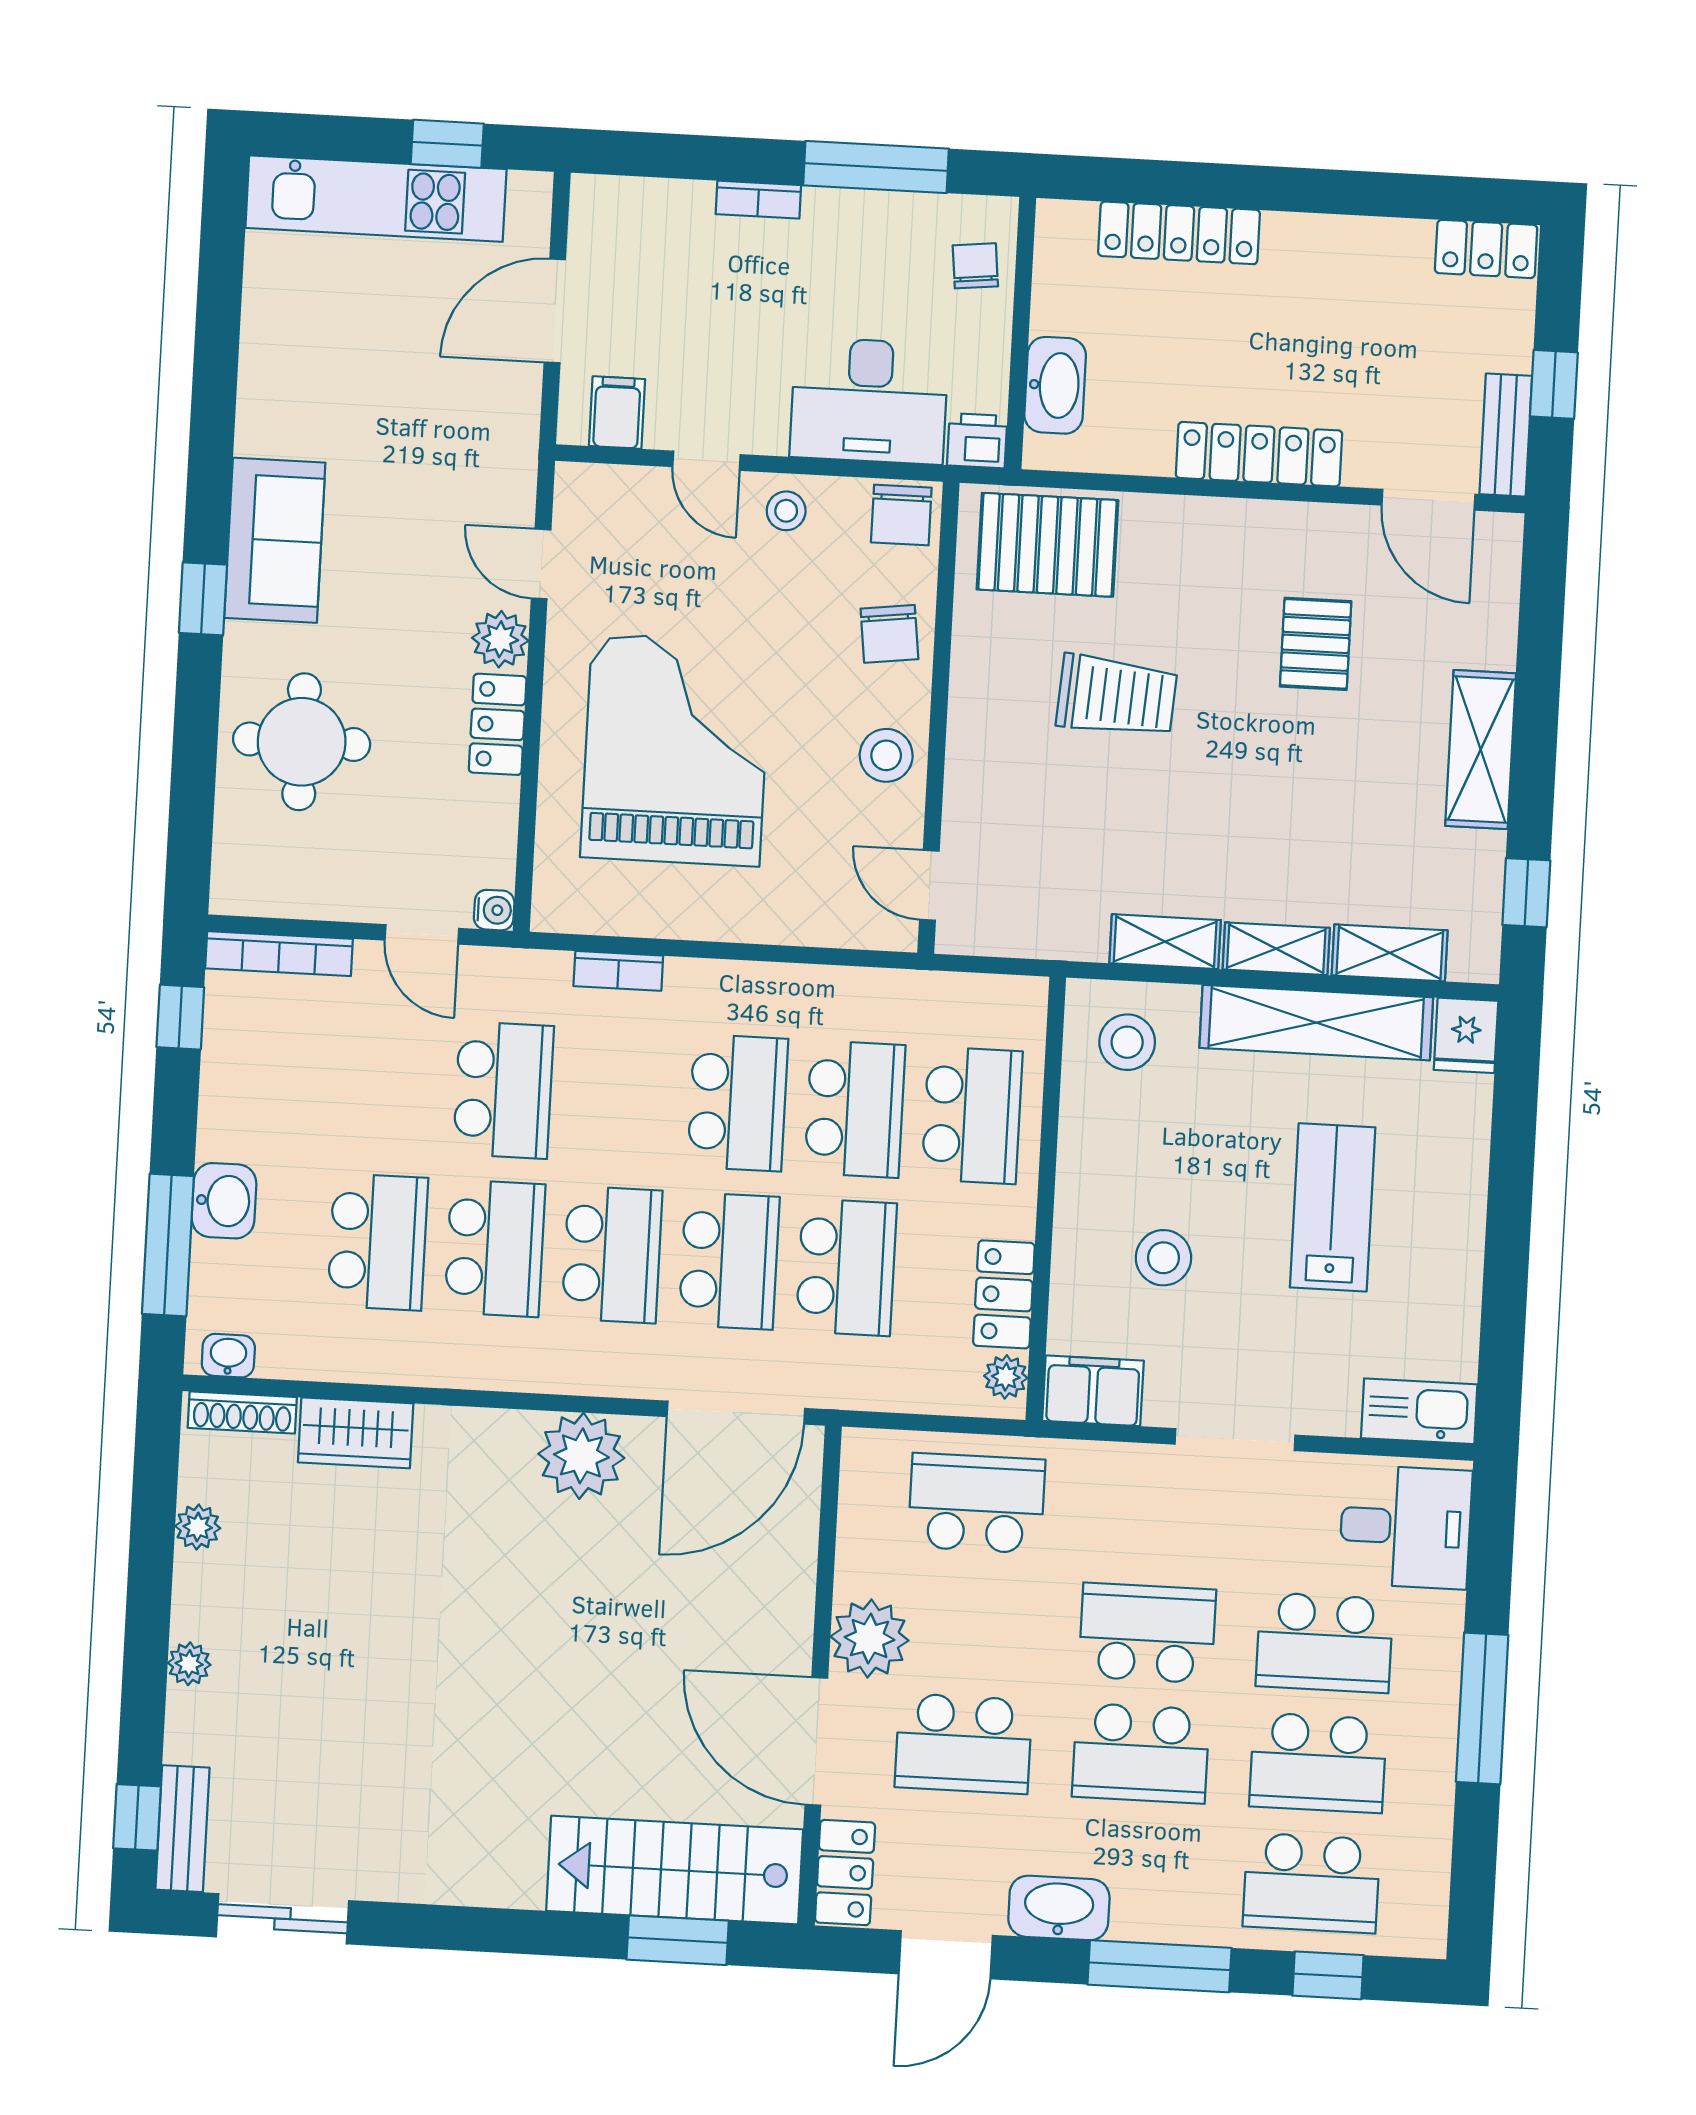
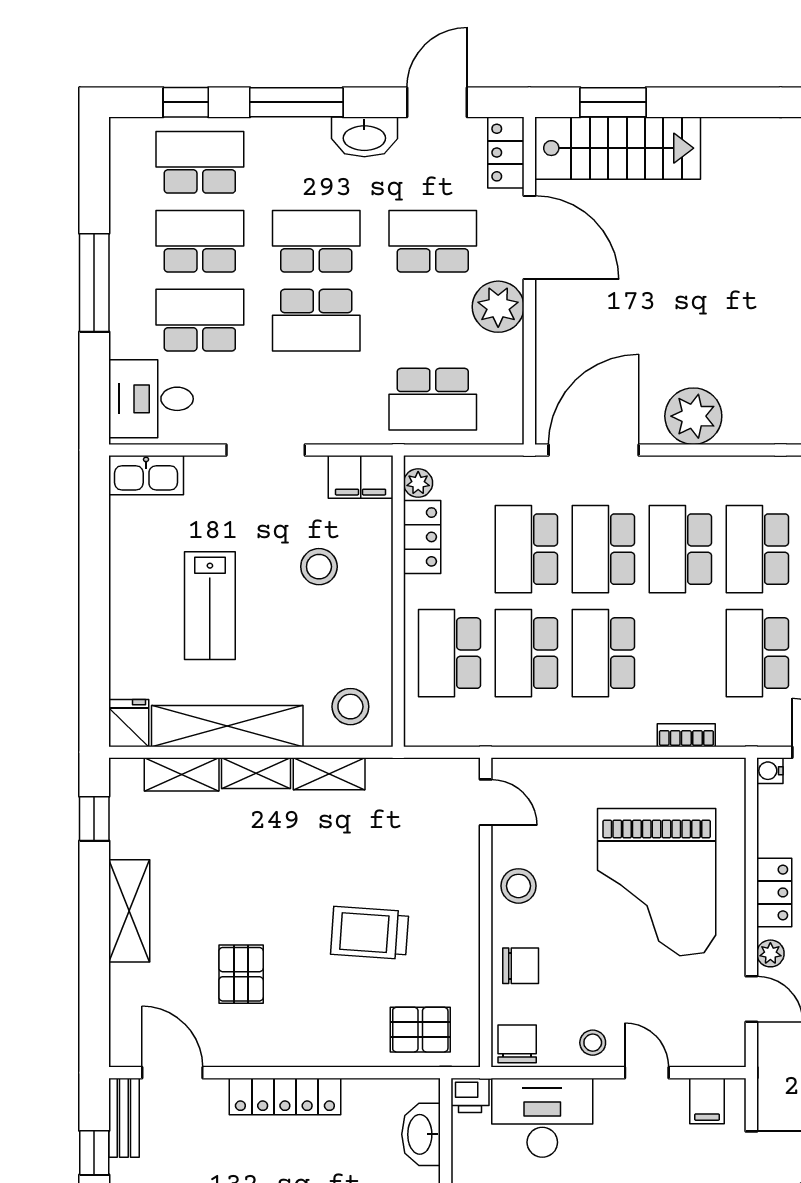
pallet: (1047, 545) -> (420, 1030), width x0.67, depth x0.71
chair: (889, 634) -> (521, 966), turned 97
plant: (500, 639) -> (770, 953), width x0.73, depth x0.73

